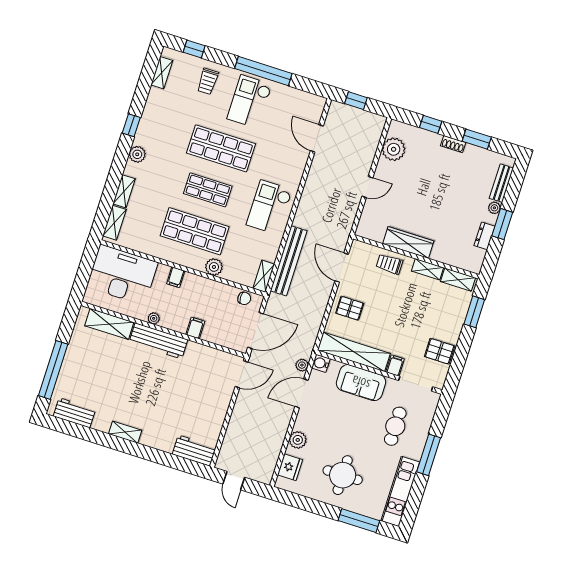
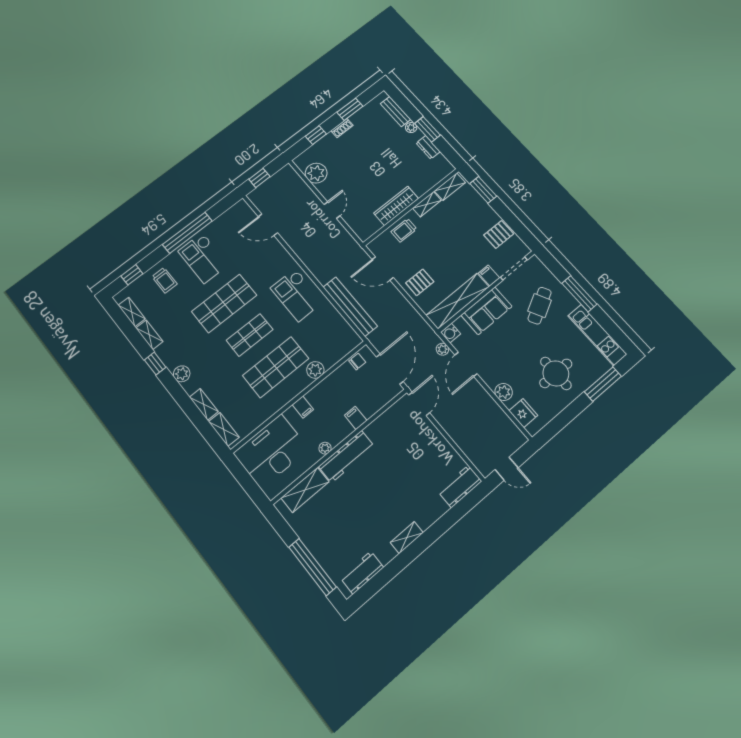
shelving: (264, 276) -> (149, 335), moved
cafe table: (395, 426) -> (540, 306), turned 62

